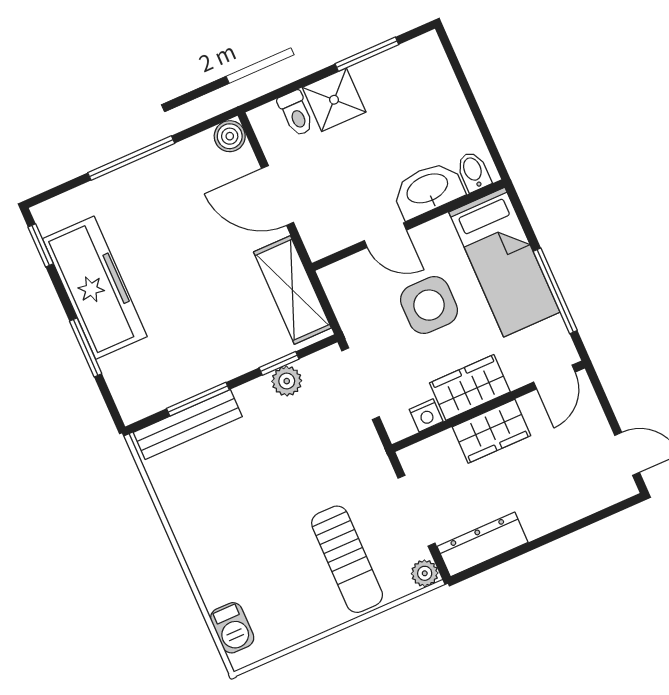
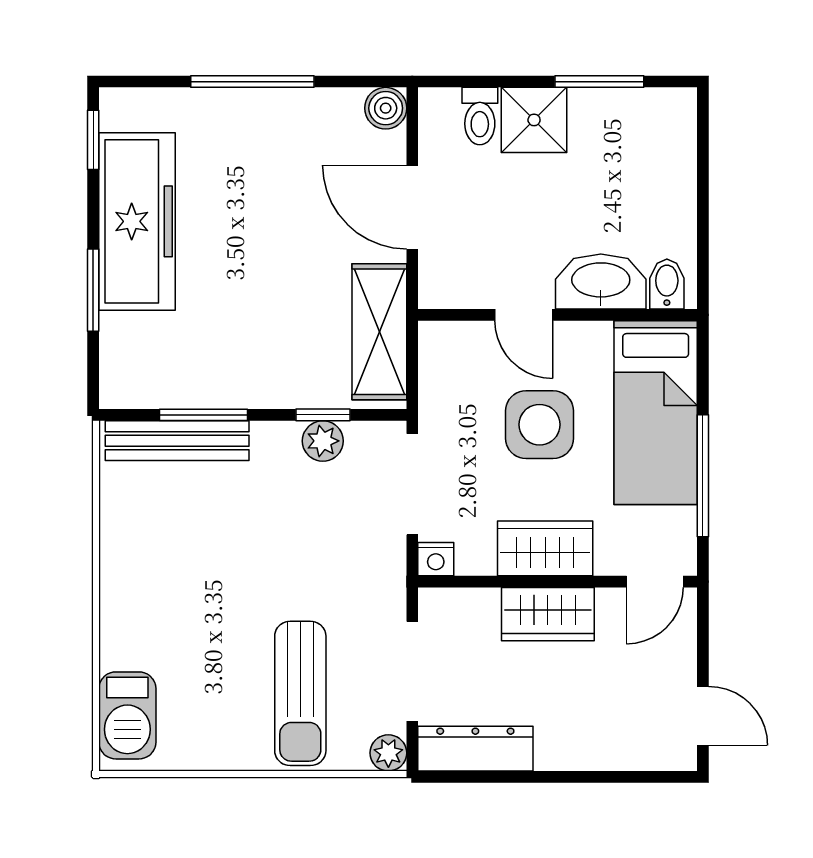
nightstand: (426, 415) -> (436, 559), moved
barbecue: (232, 628) -> (127, 715), width x1.38, depth x1.27

